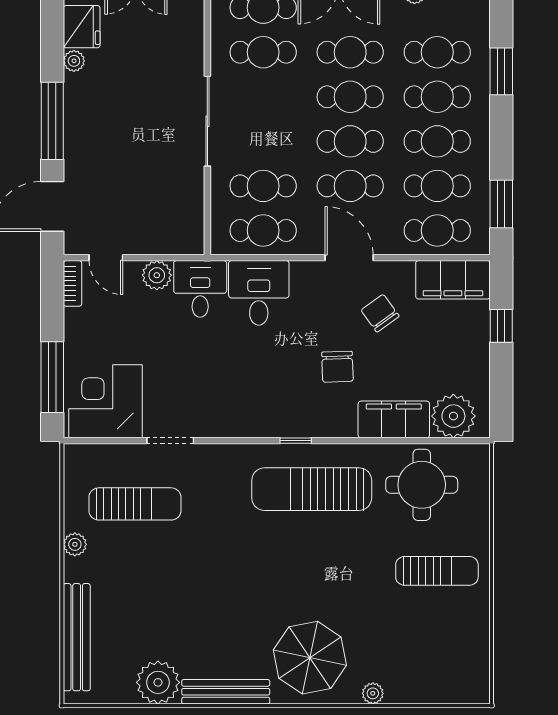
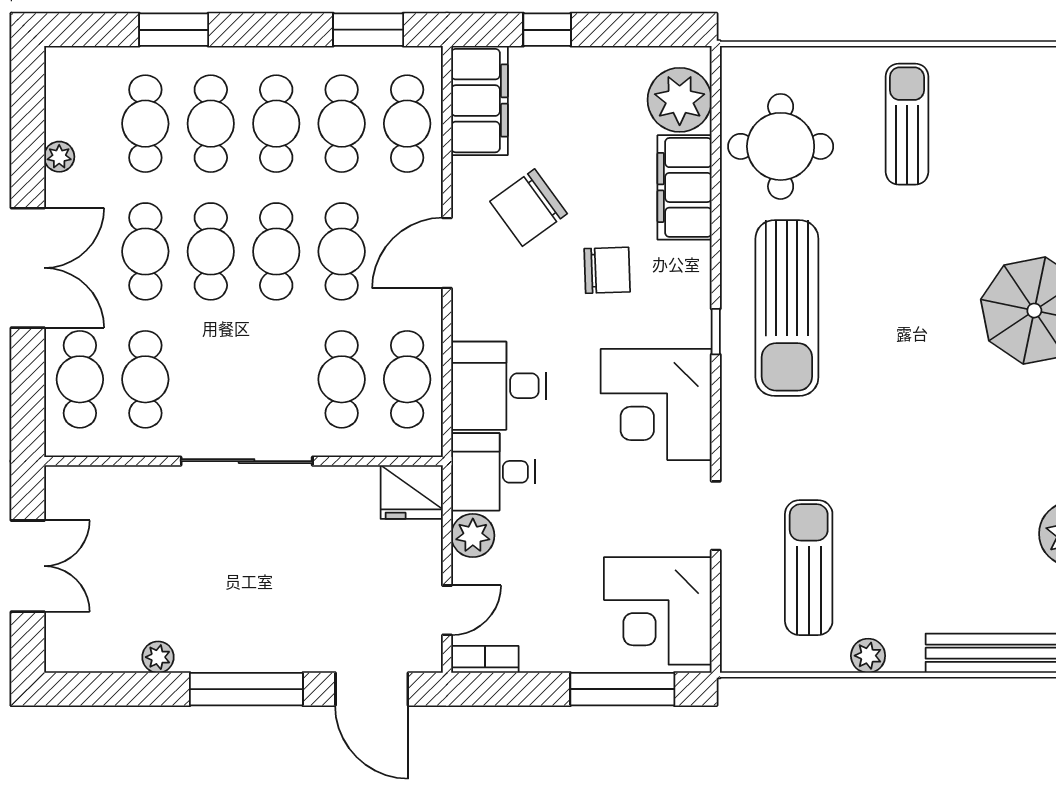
fridge: (82, 27) -> (412, 492), moved, turned 180
chair: (380, 313) -> (529, 208), width x1.37, depth x1.37
corner desk: (246, 400) -> (656, 404), added

